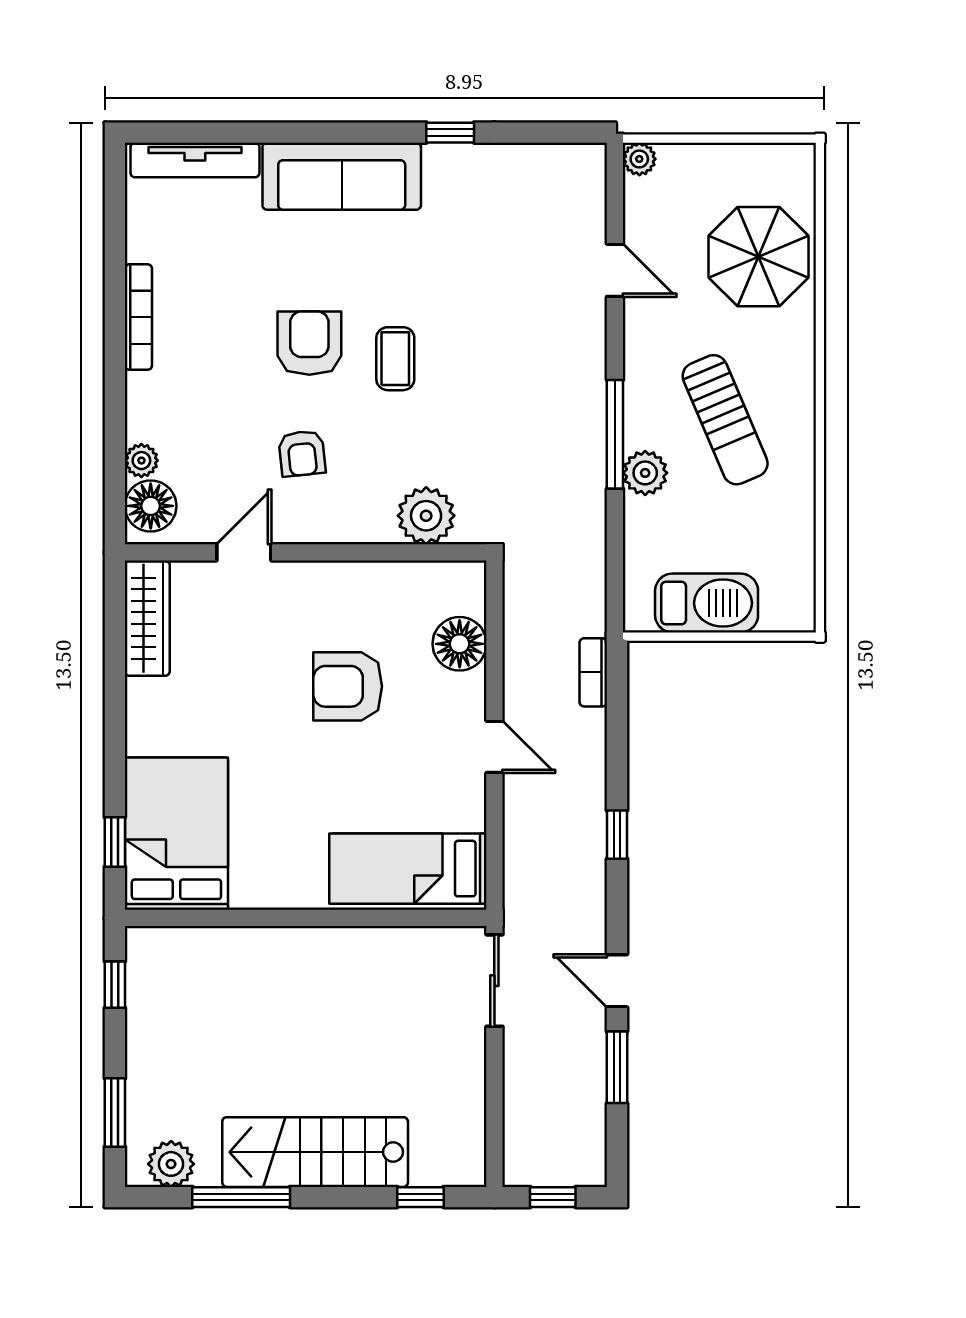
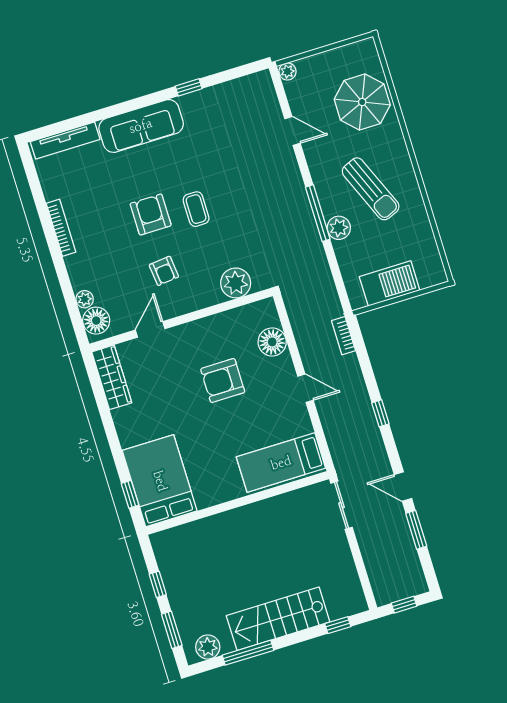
window: (115, 985) -> (158, 584), moved

